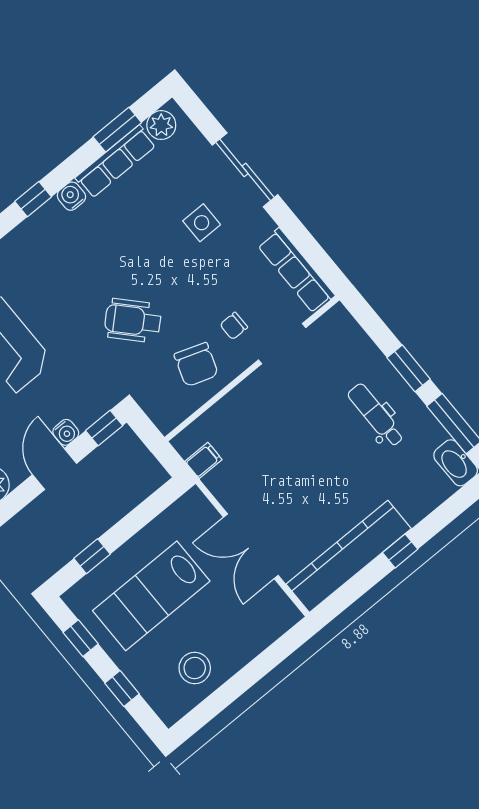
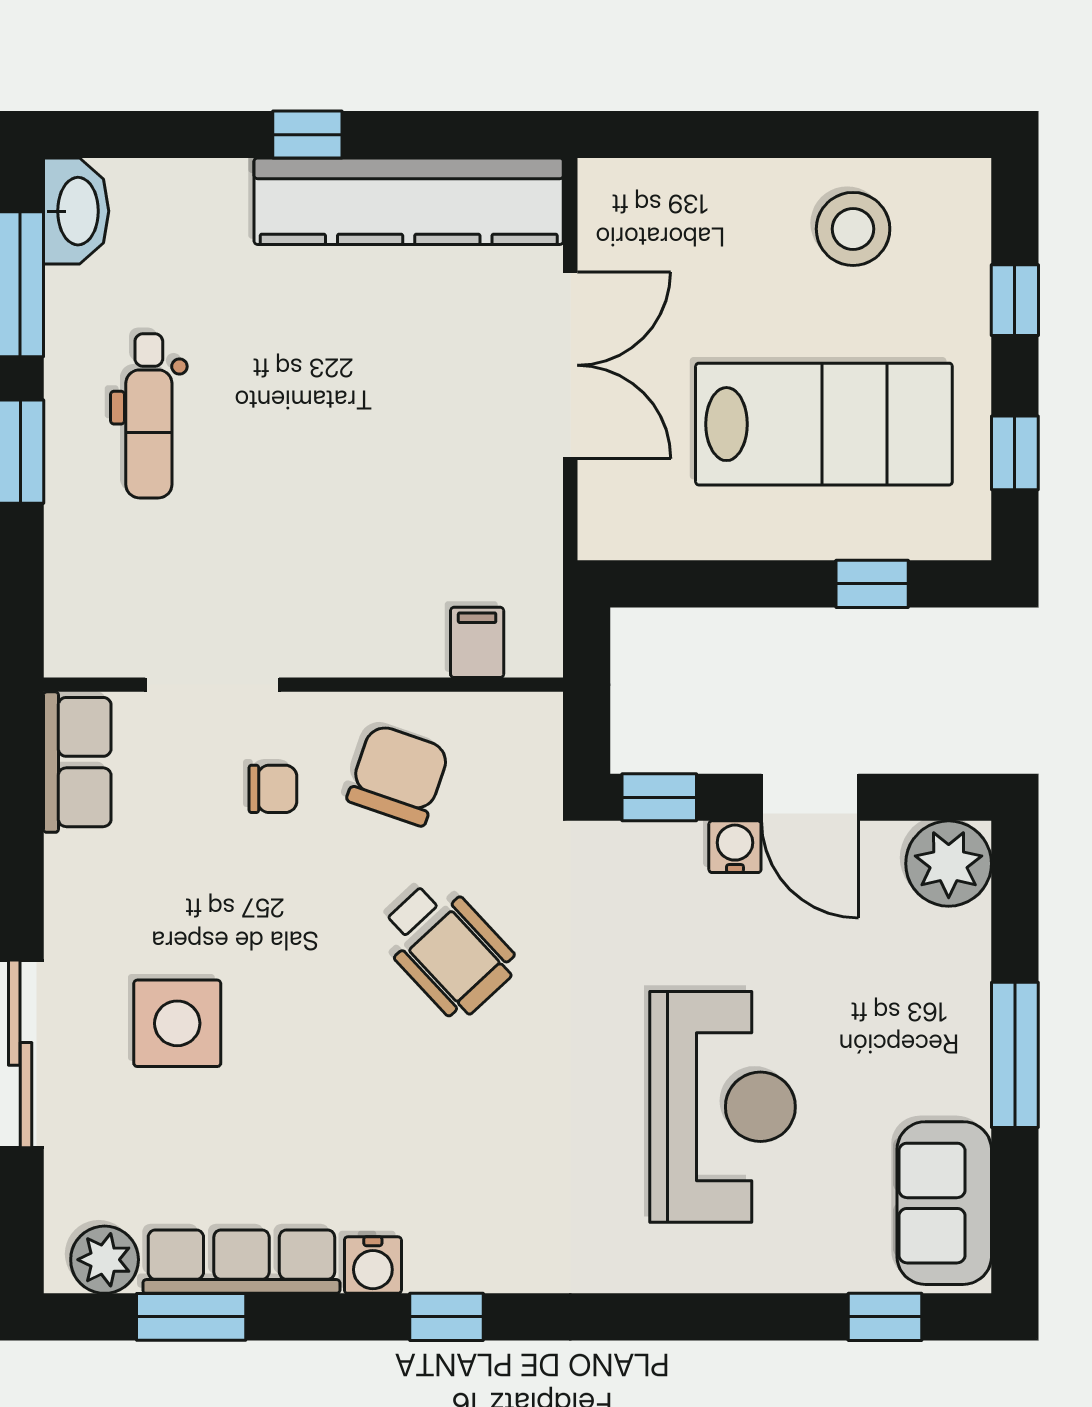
side table: (202, 223) -> (177, 1023), width x1.37, depth x1.37
row of seats: (296, 271) -> (77, 762), width x0.68
filing cabinet: (203, 460) -> (477, 642), moved, turned 90
door: (55, 469) -> (810, 797), hinge flipped

